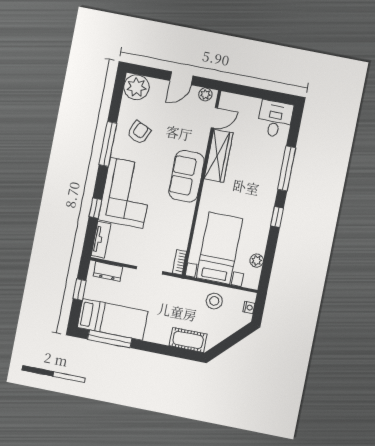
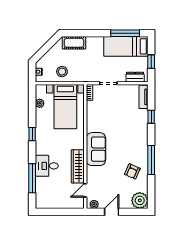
desk: (275, 119) -> (47, 166), moved, turned 90
window: (287, 168) -> (32, 178), moved
corner sofa: (126, 193) -> (133, 131), removed

